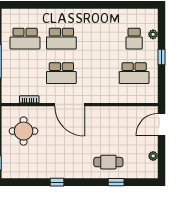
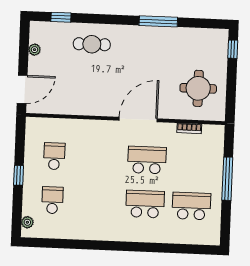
plant: (153, 34) -> (27, 222), moved
school desk: (134, 73) -> (54, 156), width x0.54
door: (70, 105) -> (138, 119), hinge flipped
window: (57, 182) -> (158, 21), width x2.17
window: (116, 182) -> (61, 17), moved

